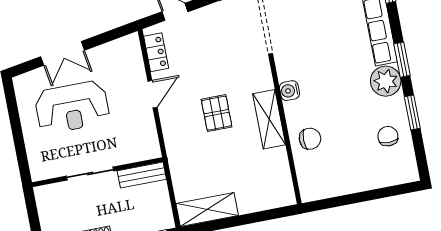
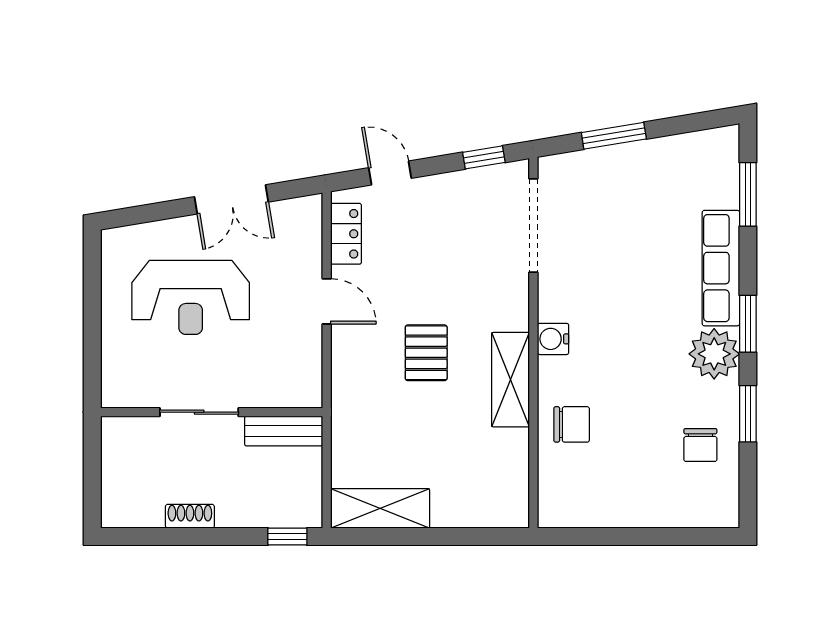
double door: (62, 53) -> (231, 199), moved
door: (152, 94) -> (327, 301), hinge flipped
chair: (388, 136) -> (700, 445), turned 180

